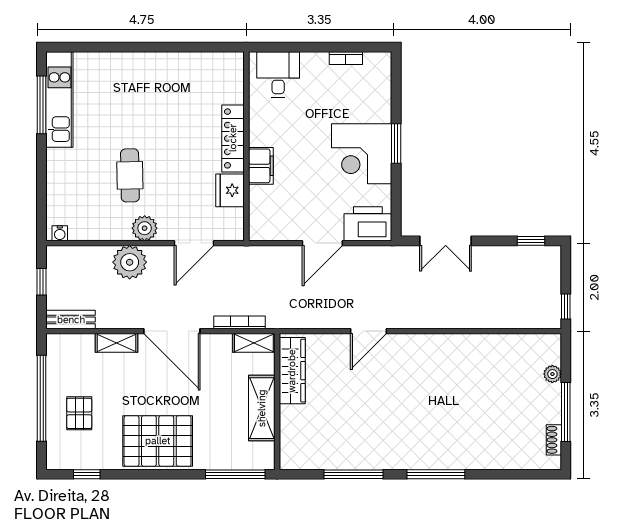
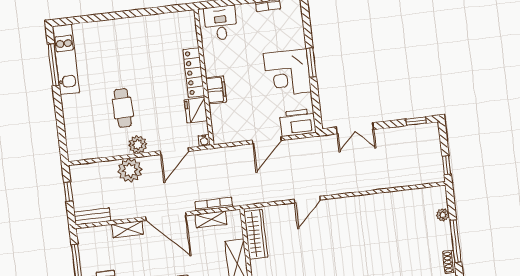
water cooler: (60, 233) -> (204, 140), moved
shelving: (254, 343) -> (211, 219), moved

